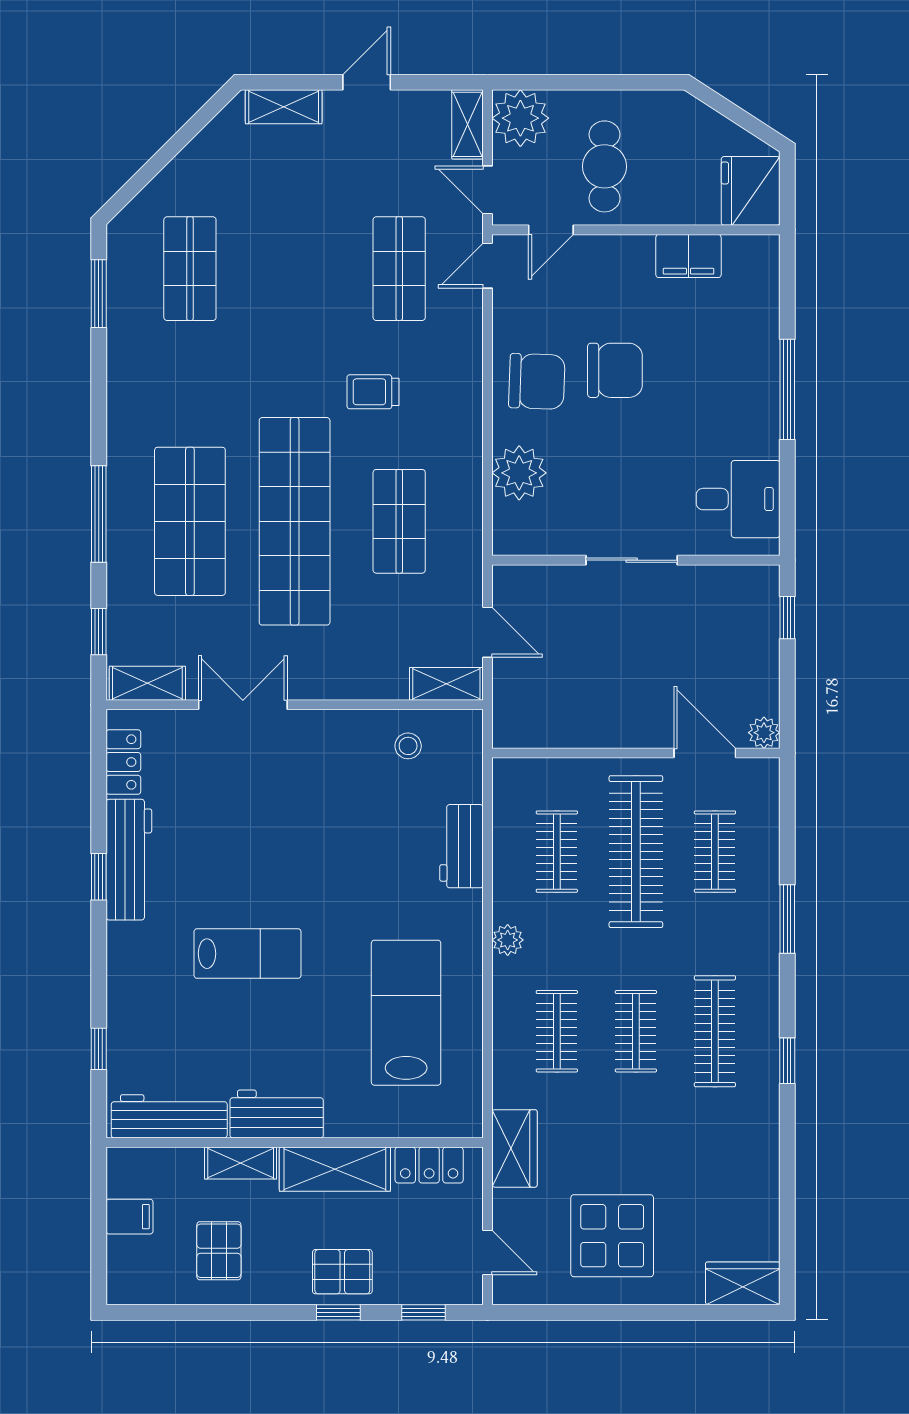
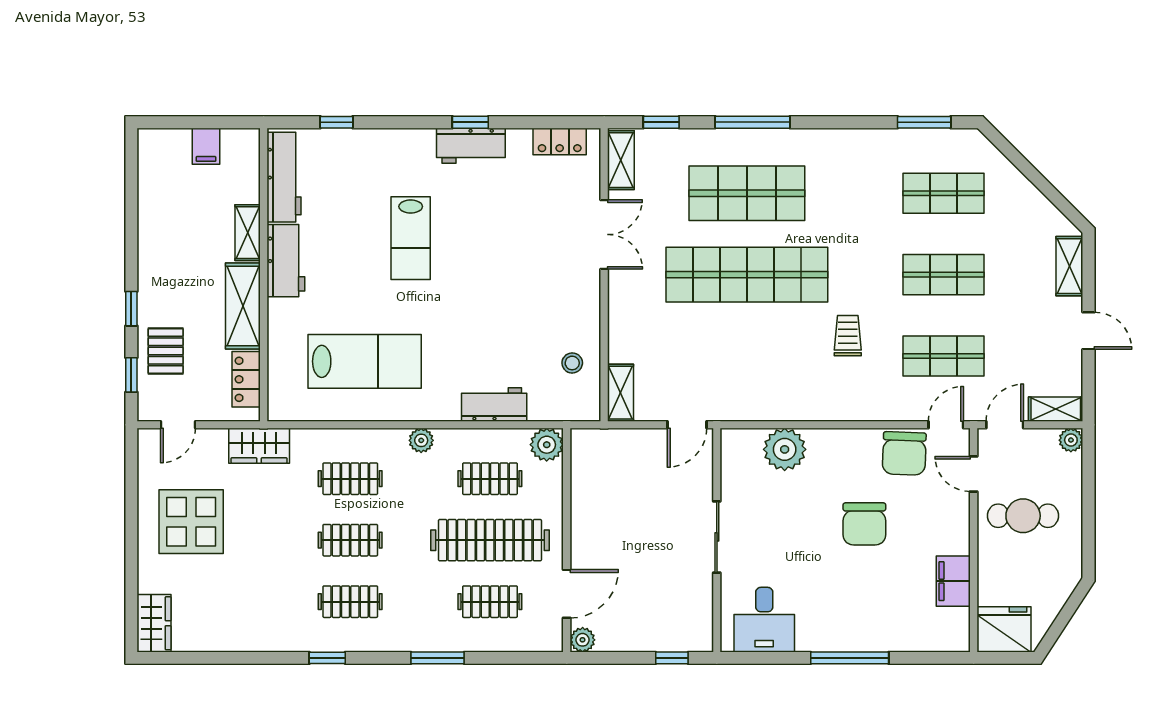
plant: (520, 118) -> (1071, 440), width x0.53, depth x0.53
door: (487, 266) -> (946, 425), hinge flipped
chair: (537, 381) -> (904, 453), moved
shop shelf: (399, 521) -> (944, 275), moved
door: (487, 632) -> (687, 425), moved
plant: (513, 779) -> (547, 445), added
workbench: (129, 860) -> (471, 146), width x0.73
clothes rail: (715, 1031) -> (350, 602), width x0.73
pallet: (219, 1251) -> (179, 216), removed
pallet: (342, 1272) -> (166, 351), moved

